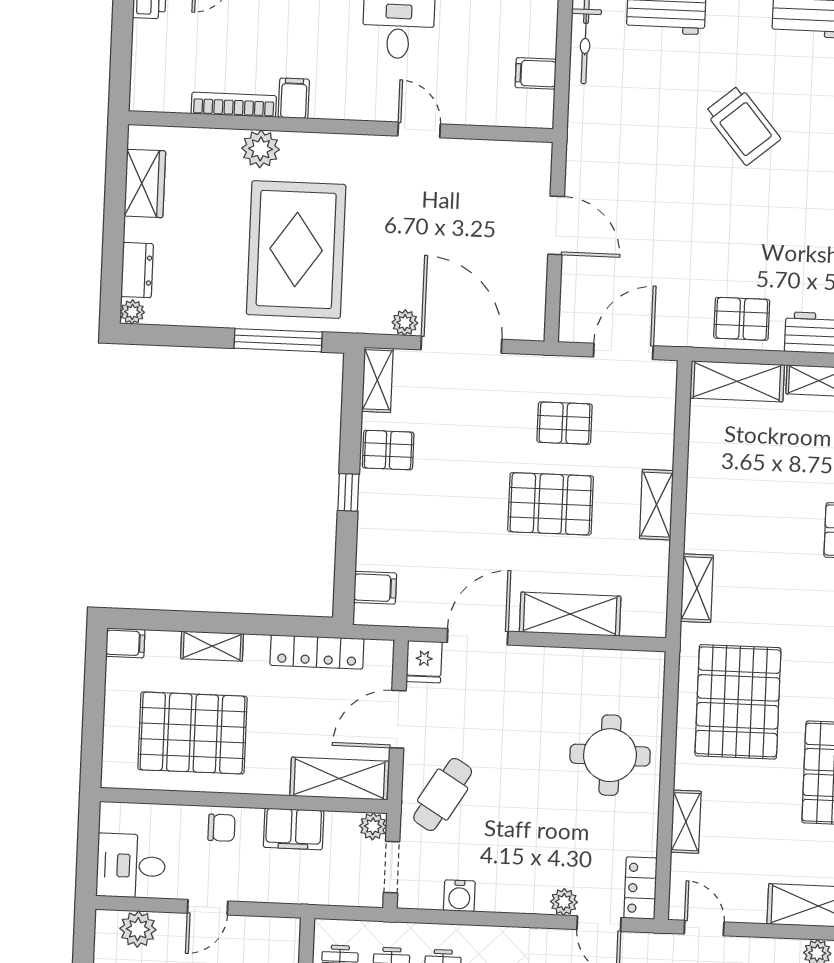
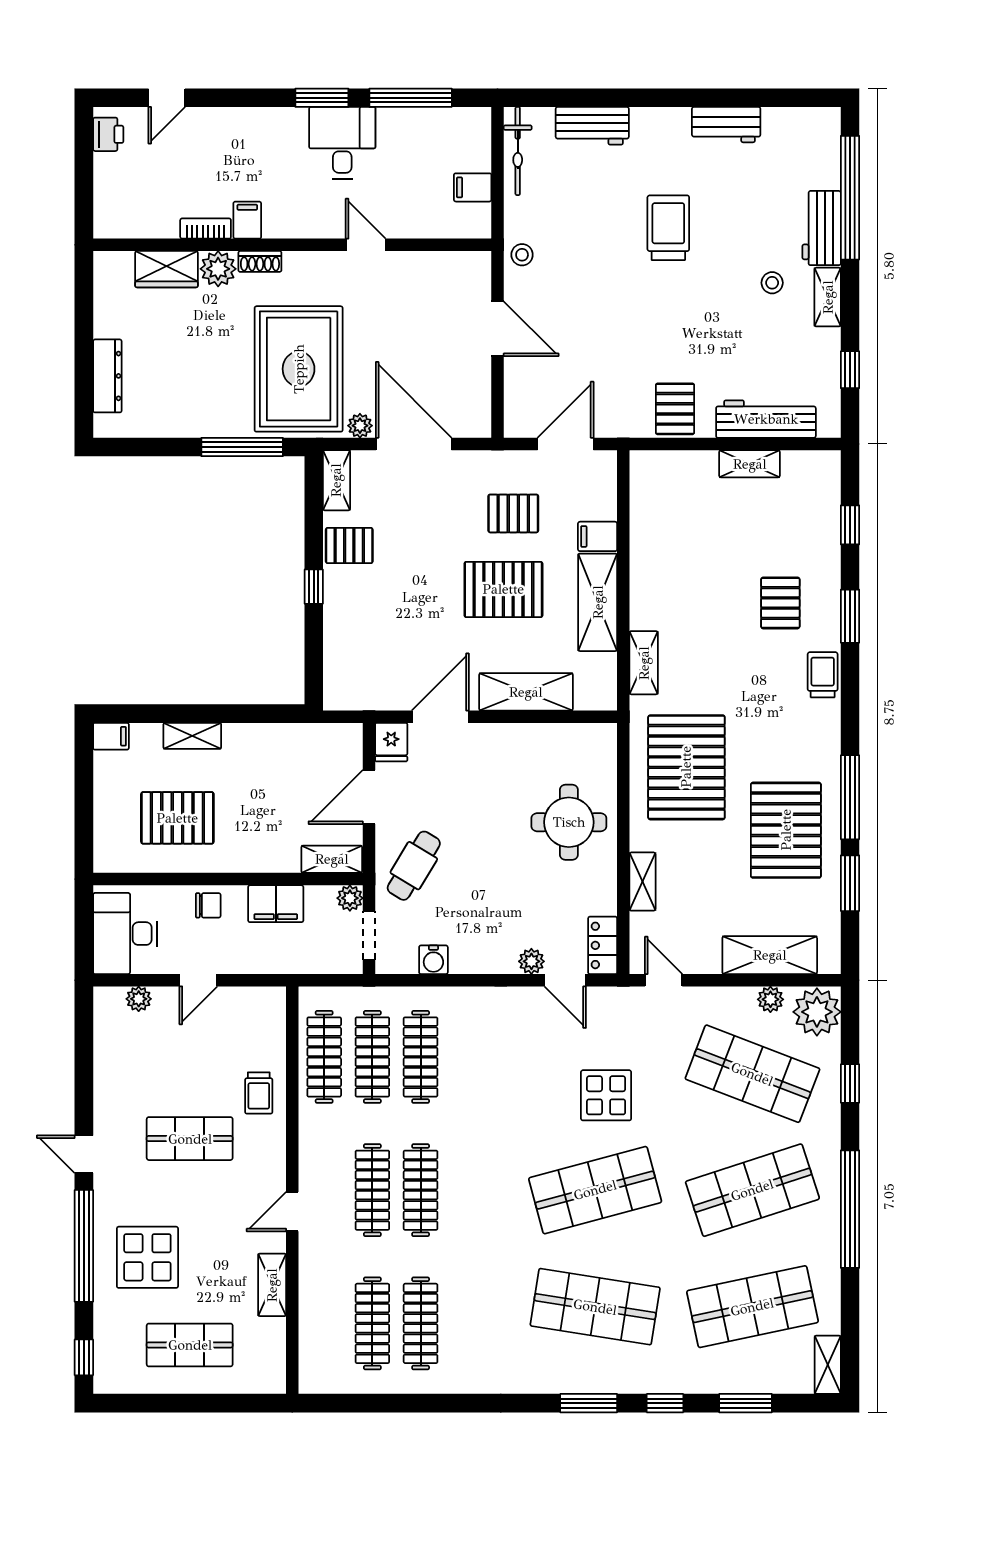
bookcase: (234, 105) -> (206, 229), width x0.64
trolley: (743, 125) -> (668, 228), turned -140
shoe rack: (305, 143) -> (260, 261), added
stool: (585, 148) -> (522, 255), added
wardrobe: (145, 183) -> (167, 269), moved, turned 90
rug: (296, 249) -> (299, 369), moved
dresser: (137, 270) -> (107, 376), width x1.44
plant: (132, 312) -> (105, 426), removed
pallet: (742, 319) -> (675, 409), turned 90
shelving: (737, 381) -> (673, 468), removed
shelving: (656, 505) -> (598, 602), width x1.50, depth x1.33
filing cabinet: (375, 588) -> (598, 536), moved, turned 180
locker: (317, 652) -> (291, 737), removed
pallet: (193, 733) -> (177, 818), width x0.73, depth x0.71
shelving: (339, 779) -> (332, 859), width x0.67, depth x0.75
desk: (131, 866) -> (125, 934), width x1.37
plant: (138, 929) -> (139, 999), width x0.73, depth x0.73

